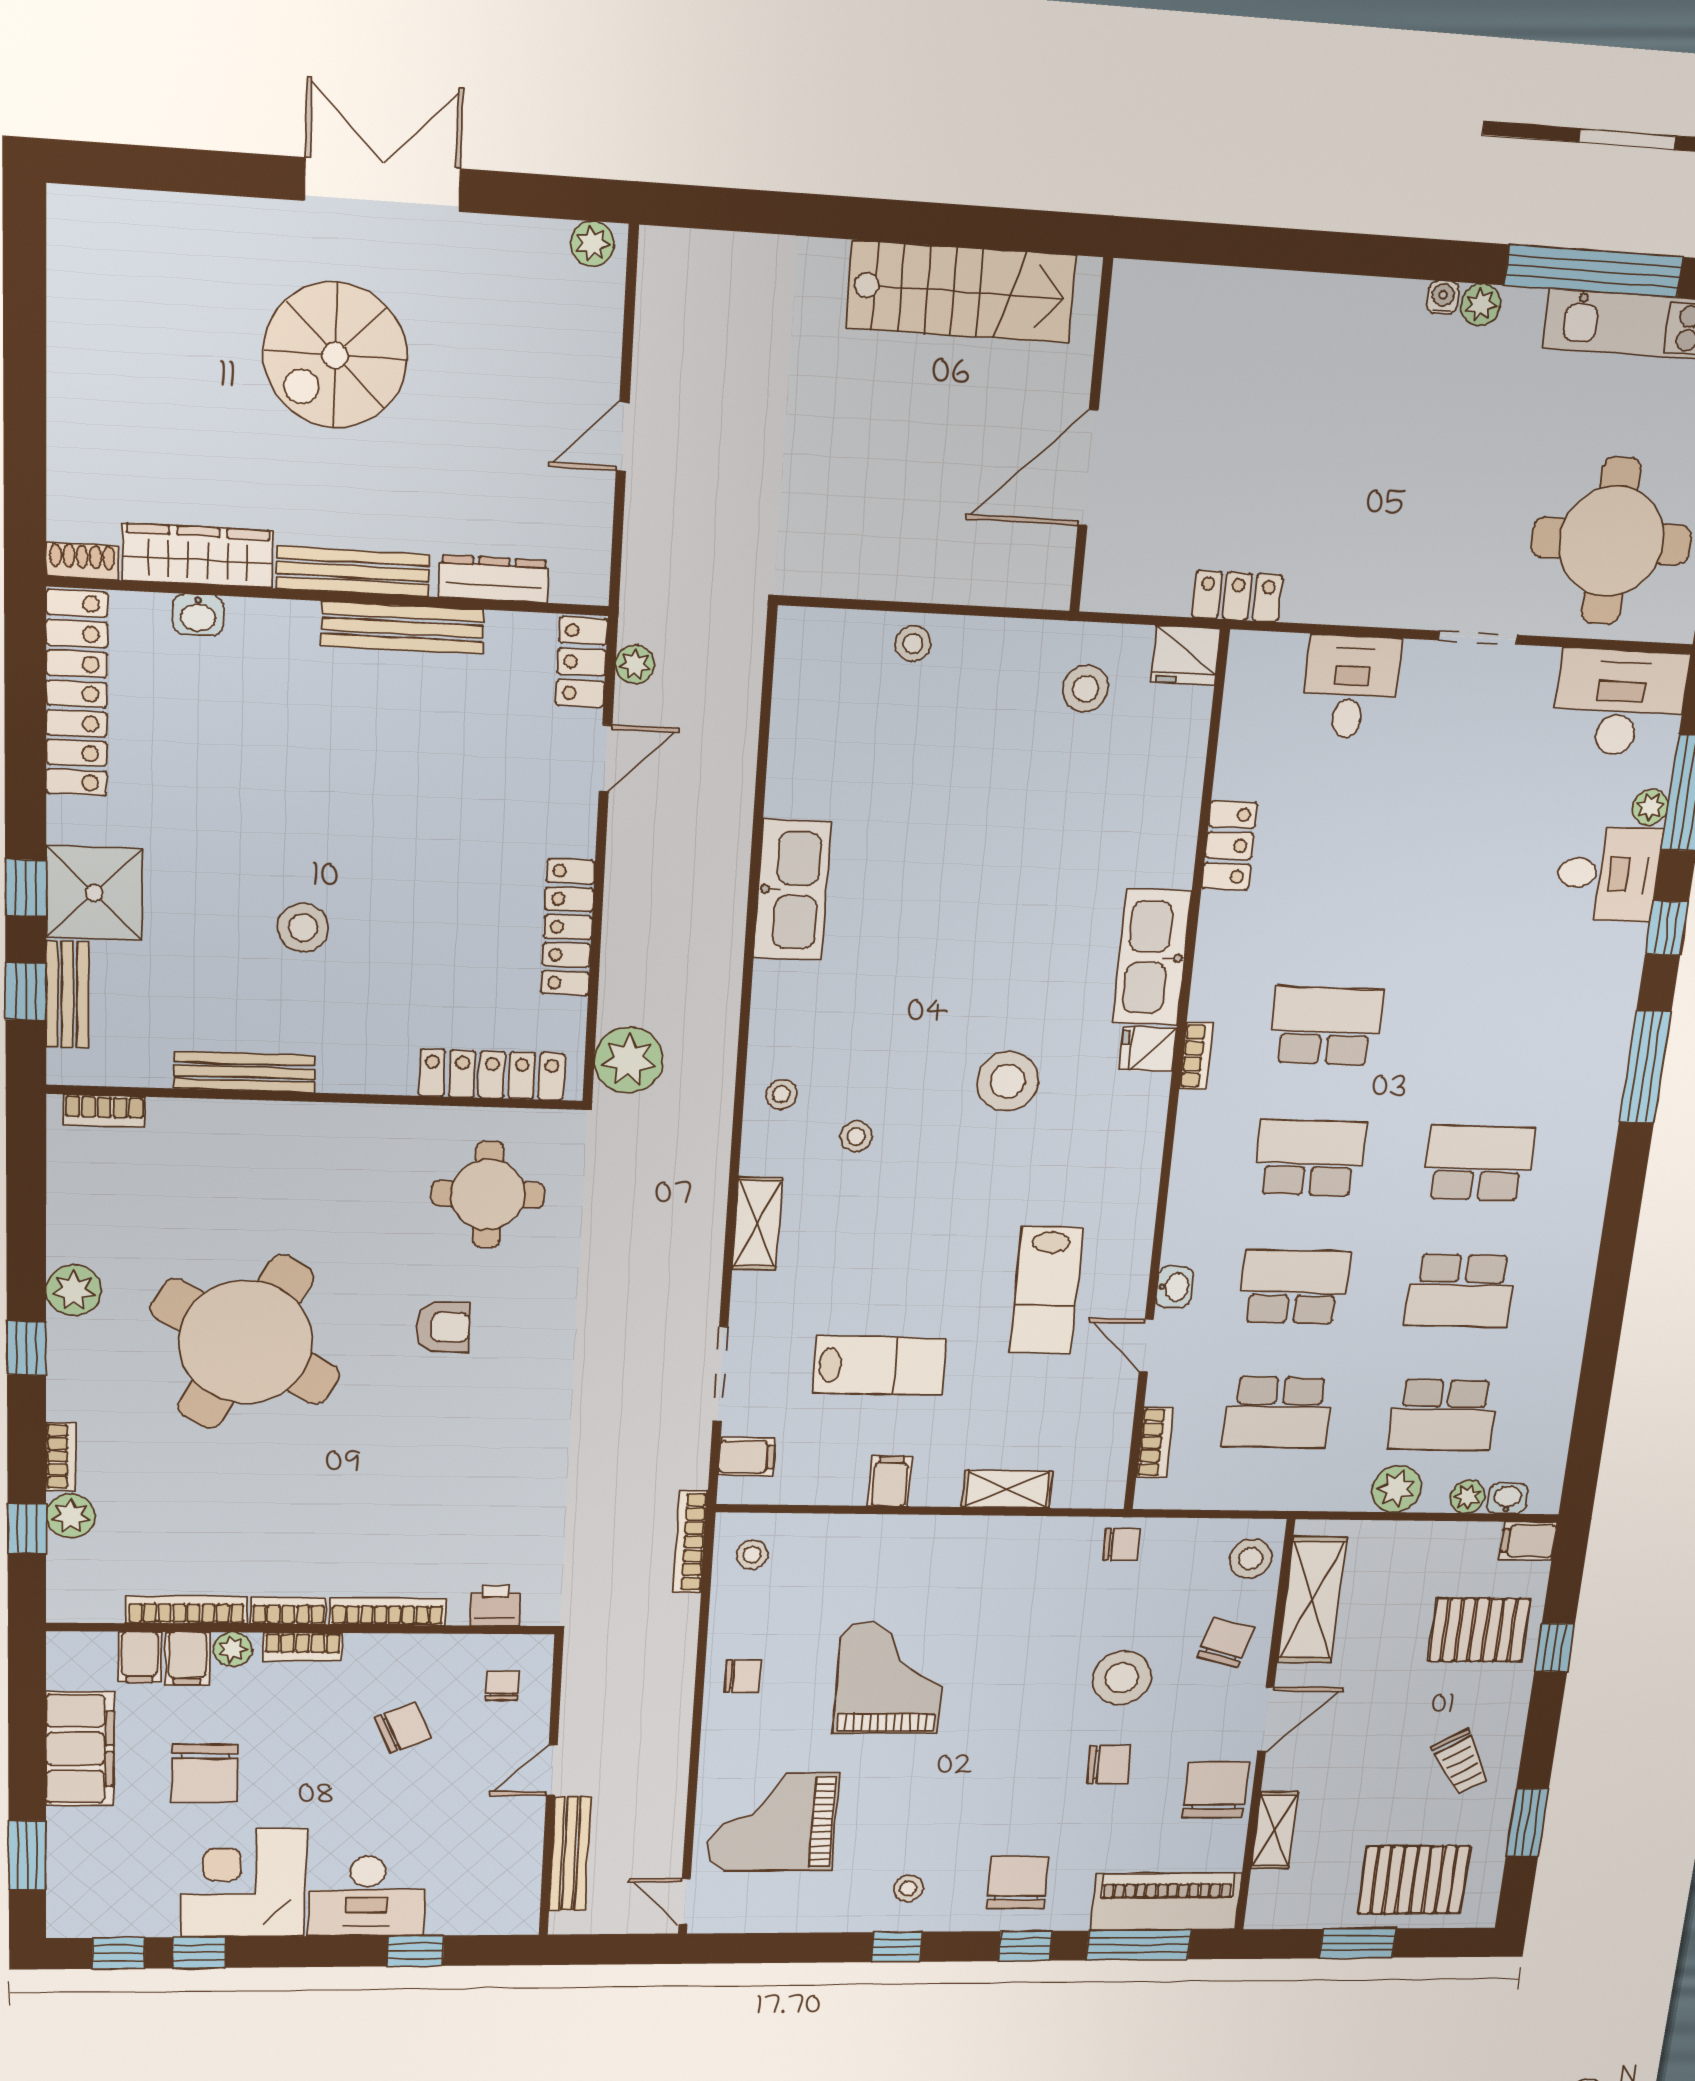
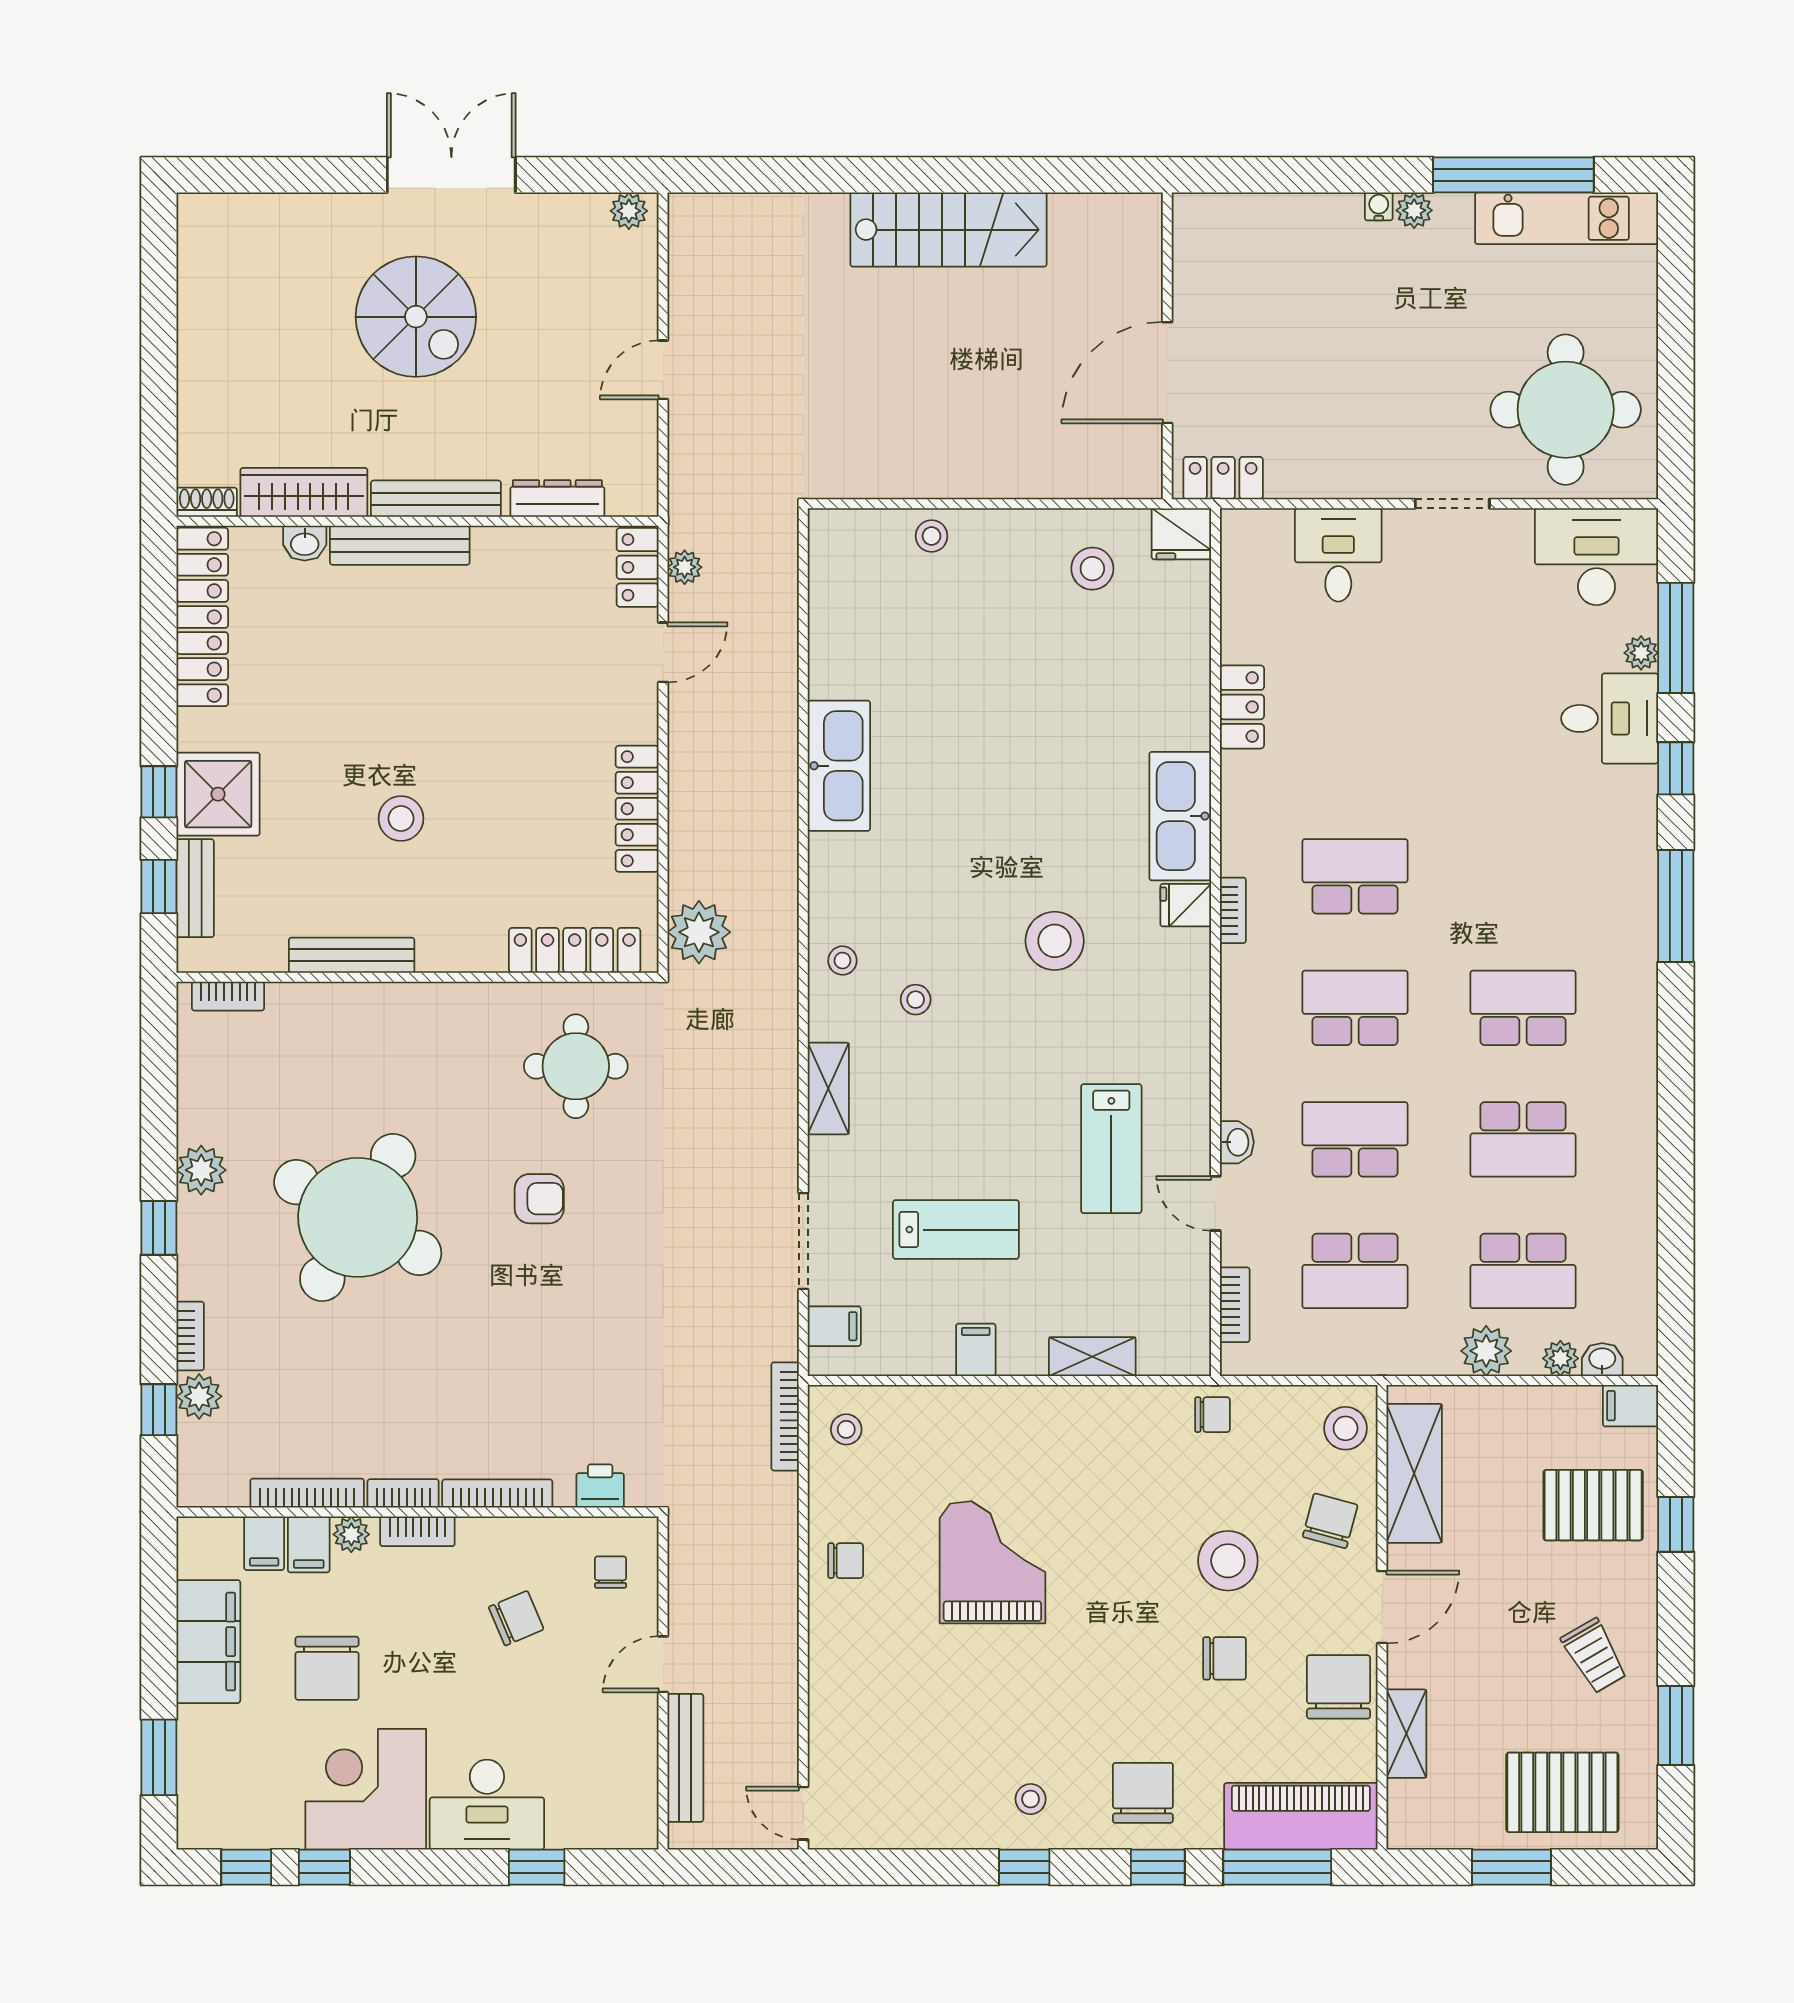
spiral stairs: (335, 355) -> (416, 317), turned -90
wall: (1091, 437) -> (1167, 346), moved
door: (1088, 468) -> (1167, 373), moved
bench: (403, 628) -> (400, 545), moved
grand piano: (772, 1822) -> (886, 1723), removed

